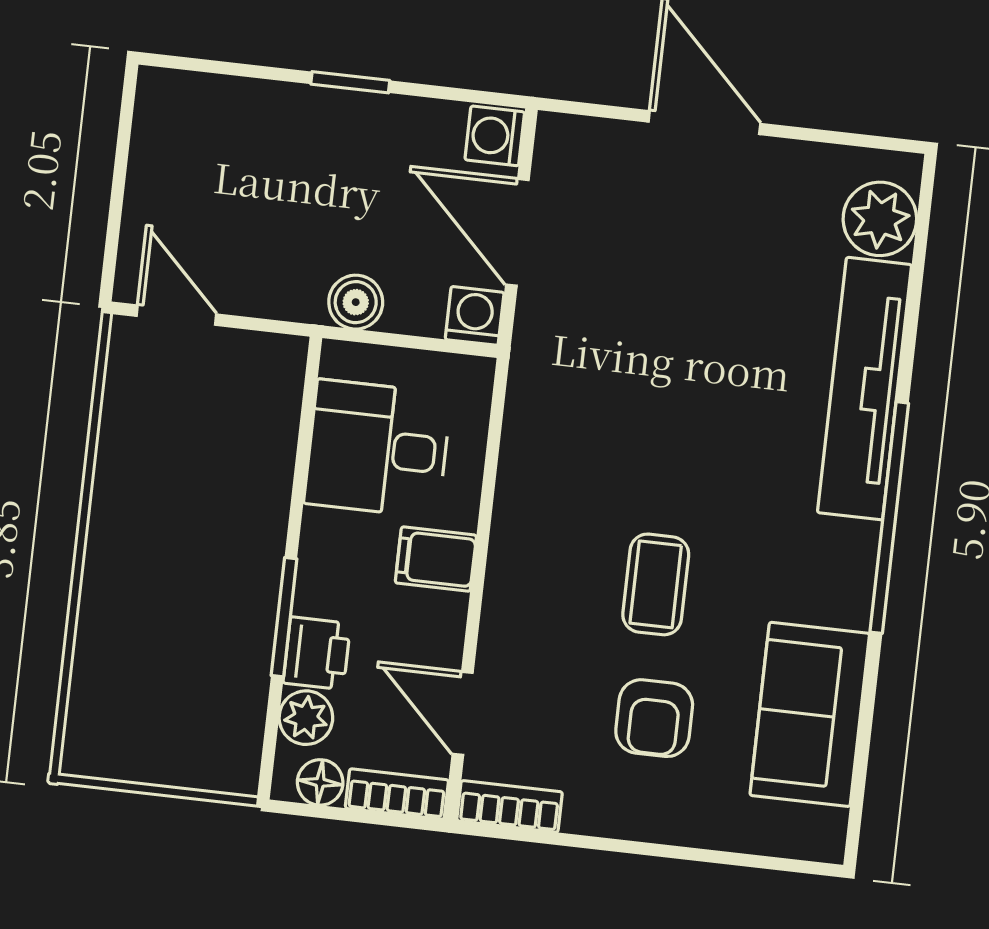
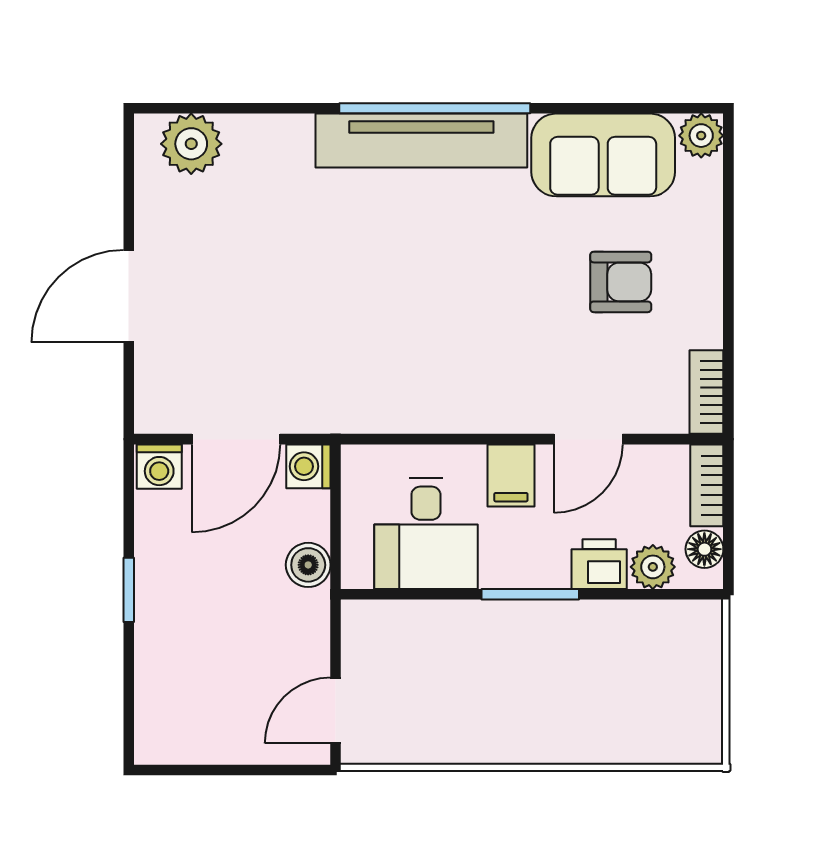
tv unit: (864, 389) -> (421, 141), moved
coffee table: (656, 584) -> (511, 293), removed
window: (284, 617) -> (530, 594), moved
door: (463, 713) -> (588, 439), moved
plant: (820, 835) -> (701, 136), added

